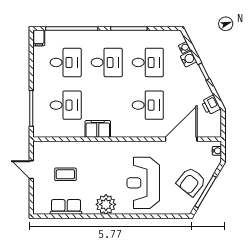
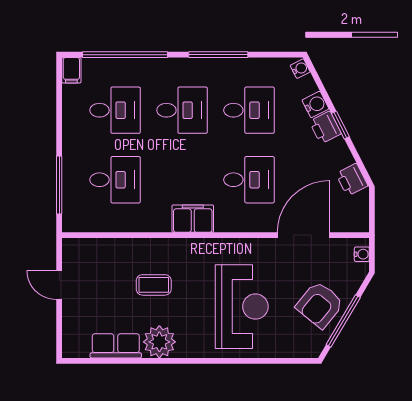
water cooler: (184, 48) -> (300, 69), moved
printer: (195, 73) -> (325, 127), added
filing cabinet: (98, 129) -> (193, 219), moved
coffee table: (65, 174) -> (154, 285), moved
reception desk: (143, 183) -> (242, 307), turned 180
plant: (106, 204) -> (159, 342), moved

